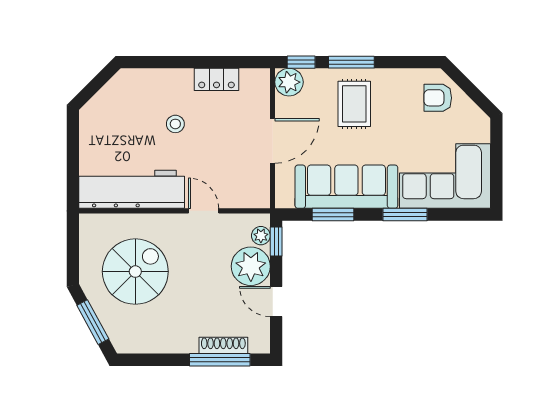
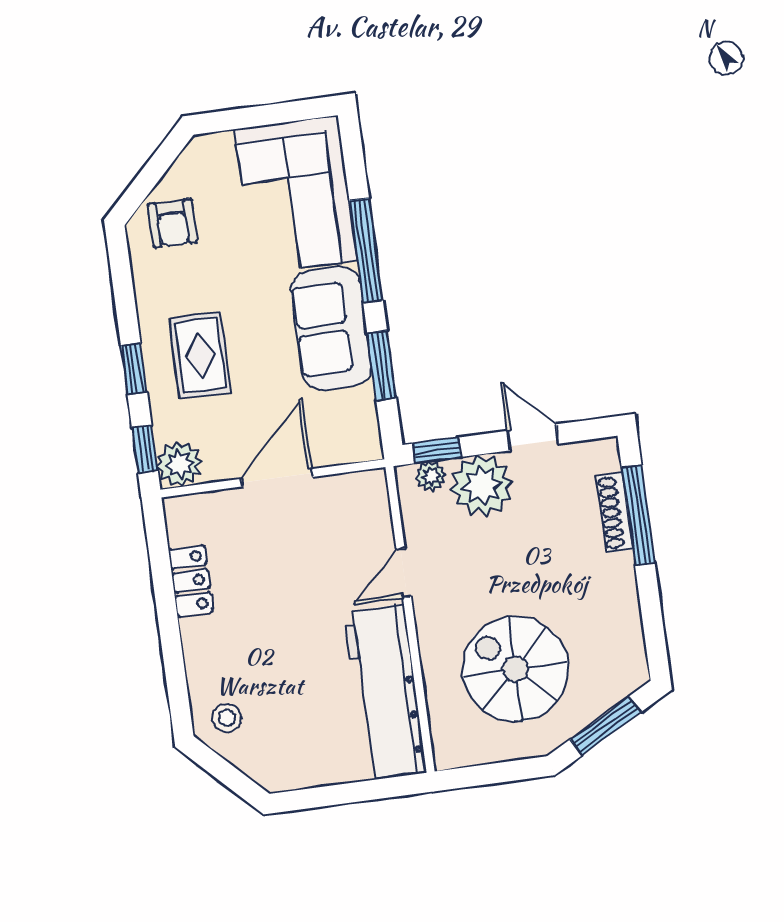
window: (351, 62) -> (134, 369), width x0.67
rug: (354, 104) -> (200, 355), turned 90
stool: (175, 124) -> (227, 718), moved
door: (273, 141) -> (277, 478), hinge flipped
sofa: (346, 187) -> (331, 328), width x0.73
window: (405, 215) -> (366, 250), width x1.44
door: (276, 302) -> (533, 437), swing flipped

